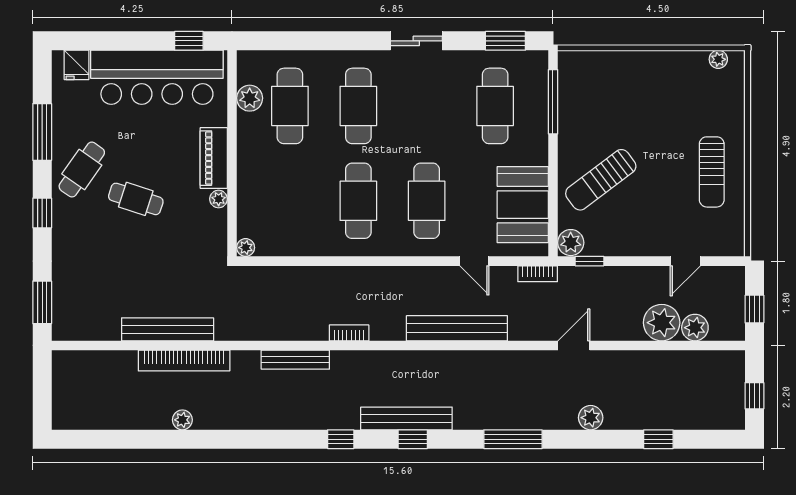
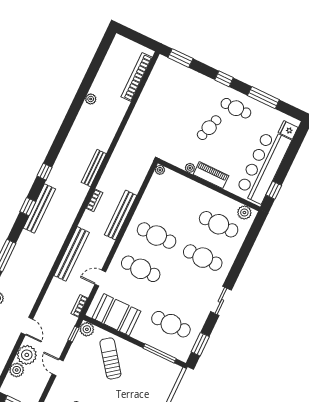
plant: (250, 98) -> (244, 213), moved
cafe table: (82, 170) -> (236, 108), turned -35
door: (685, 261) -> (58, 367), moved
bench: (168, 329) -> (121, 215), moved
door: (574, 345) -> (27, 326), moved
bookcase: (184, 361) -> (137, 77), moved

